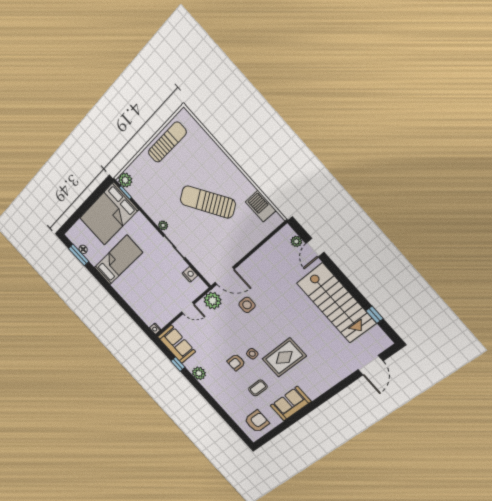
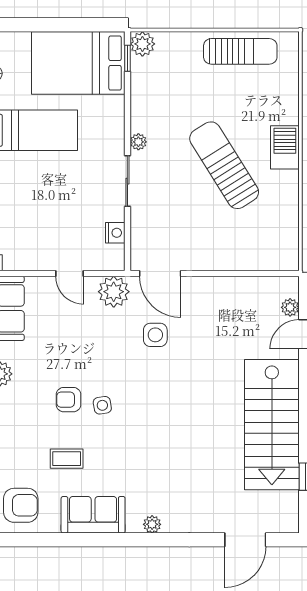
barbecue: (261, 206) -> (285, 147), moved
rug: (284, 357) -> (142, 444), removed
plant: (320, 389) -> (152, 524), added

